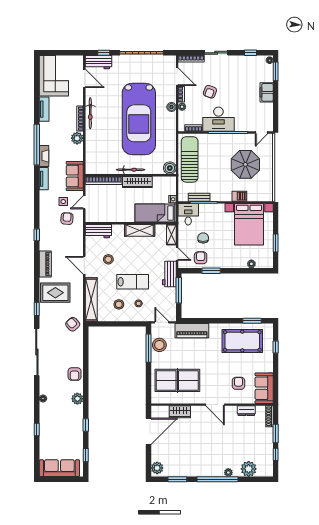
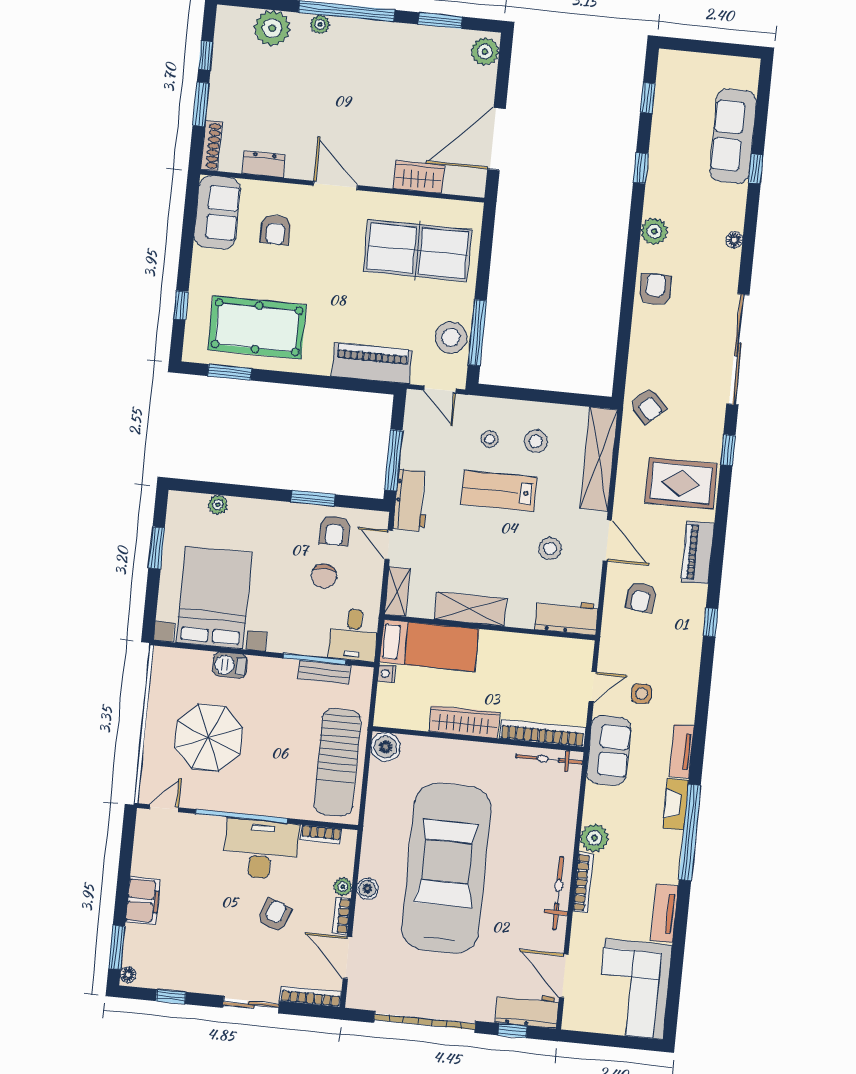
bicycle: (131, 170) -> (549, 759), moved
armchair: (67, 219) -> (641, 597), moved
sofa: (59, 468) -> (733, 136), moved, turned 90

